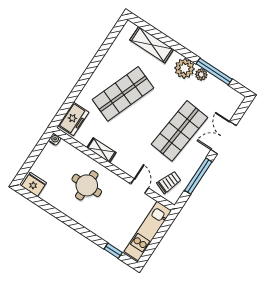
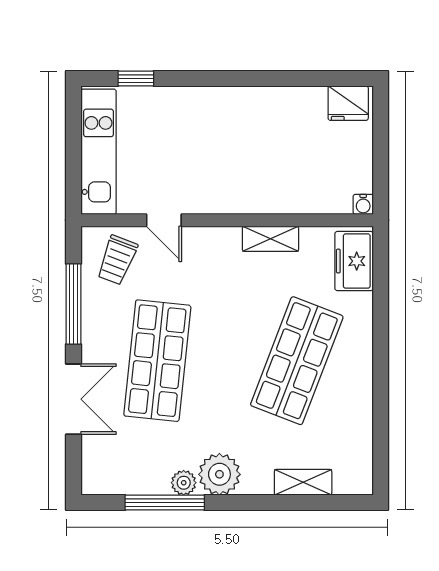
shelving: (152, 45) -> (303, 482), width x0.67, depth x0.75
round table: (87, 185) -> (256, 161), removed

